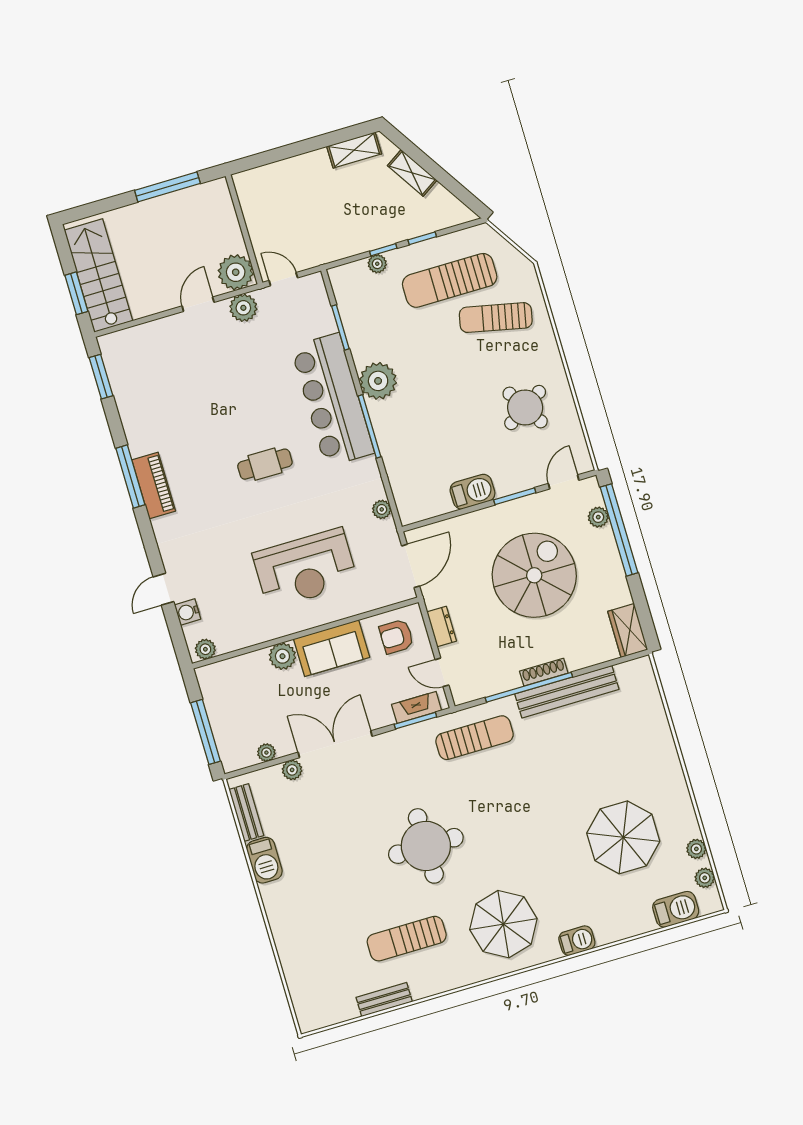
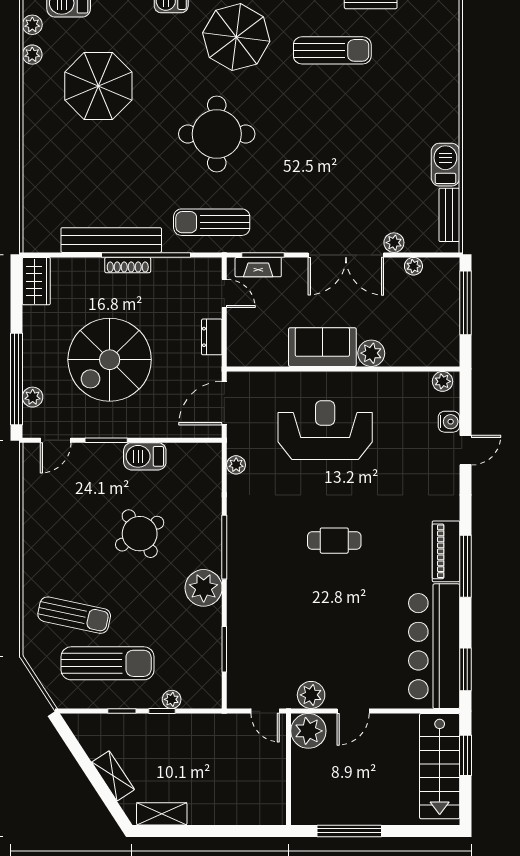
bar counter: (332, 400) -> (434, 646), moved, turned 180
round table: (525, 408) -> (140, 534), moved
armchair: (396, 637) -> (258, 340), removed
round table: (426, 846) -> (217, 134), moved

